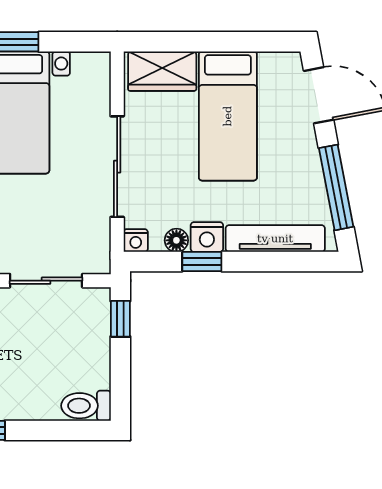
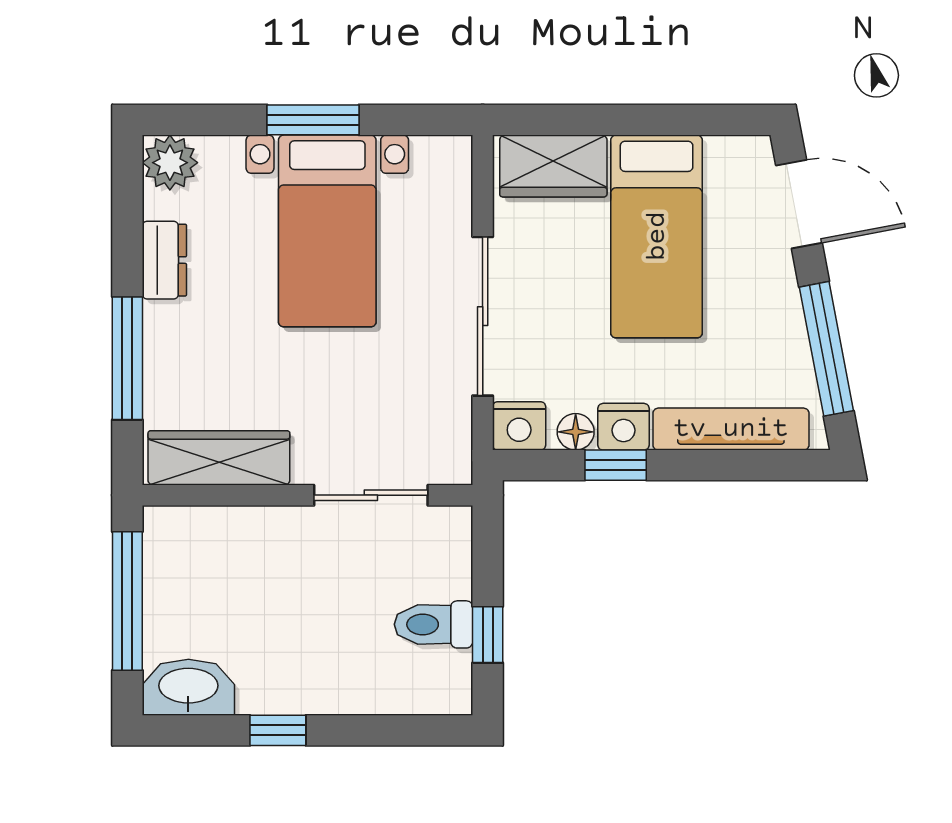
nightstand: (136, 241) -> (519, 426), width x1.39, depth x1.35
window: (120, 319) -> (488, 635), moved
toilet: (86, 406) -> (434, 624), moved

